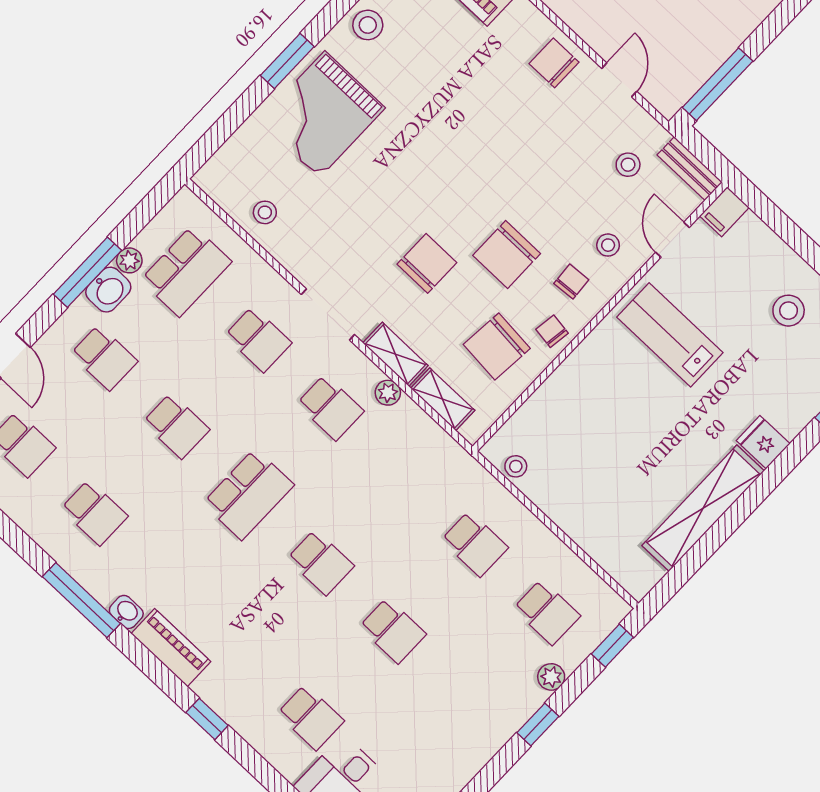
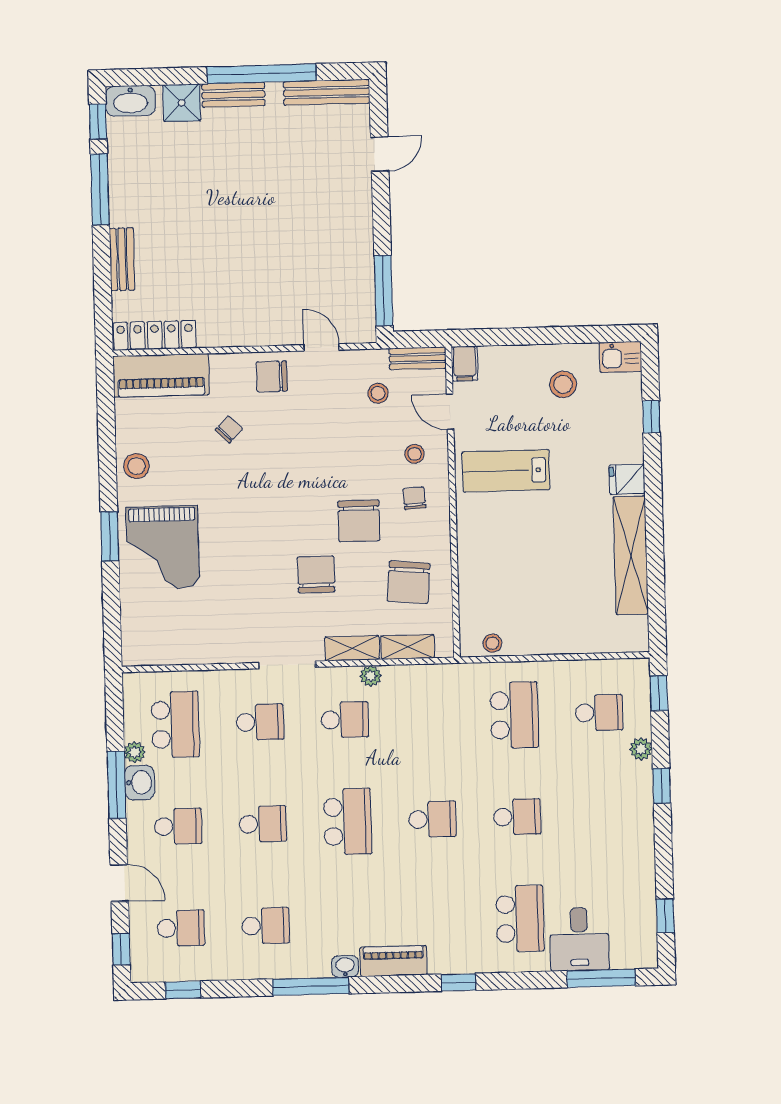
stool: (265, 212) -> (187, 641), removed
chair: (552, 331) -> (229, 429), moved, turned 126
school desk: (475, 544) -> (514, 715), width x1.85
school desk: (311, 717) -> (520, 919), width x1.85

